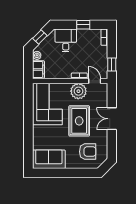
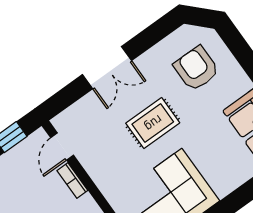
plant: (78, 91) -> (101, 162), removed
rug: (79, 121) -> (153, 123), width x0.73, depth x0.70

